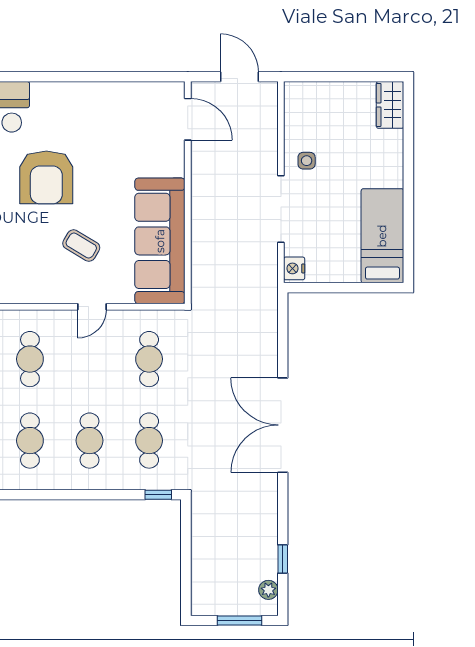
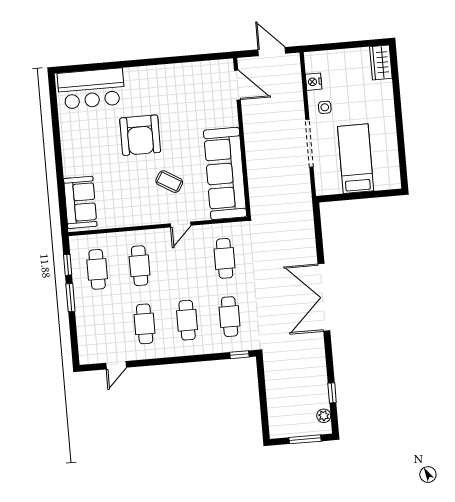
bed: (382, 236) -> (356, 159), moved
nightstand: (294, 268) -> (314, 82), moved

